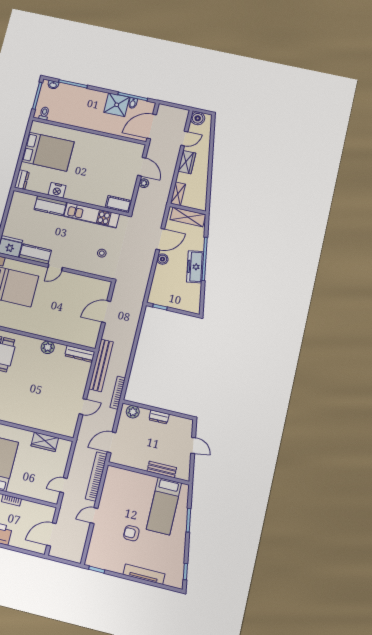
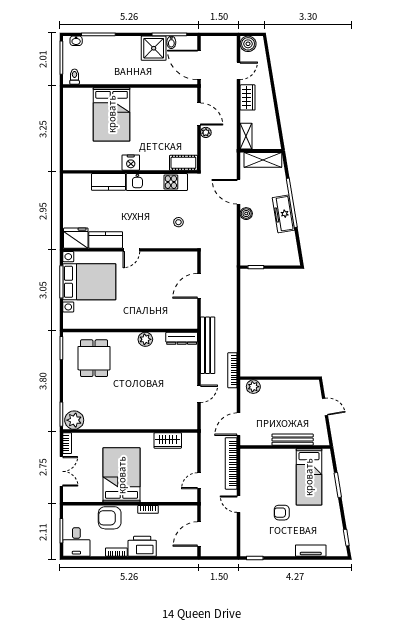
door: (152, 126) -> (199, 65), hinge flipped
bed: (48, 152) -> (112, 114), moved, turned 90
dresser: (22, 180) -> (69, 159), removed
nightstand: (57, 190) -> (131, 163), moved
door: (160, 239) -> (239, 192), swing flipped
dresser: (159, 417) -> (282, 385), removed
bench: (162, 469) -> (293, 440), width x1.36
door: (94, 516) -> (239, 504), hinge flipped
tv unit: (144, 574) -> (311, 551), width x0.71

